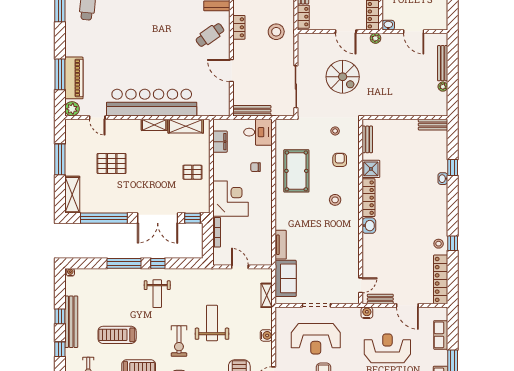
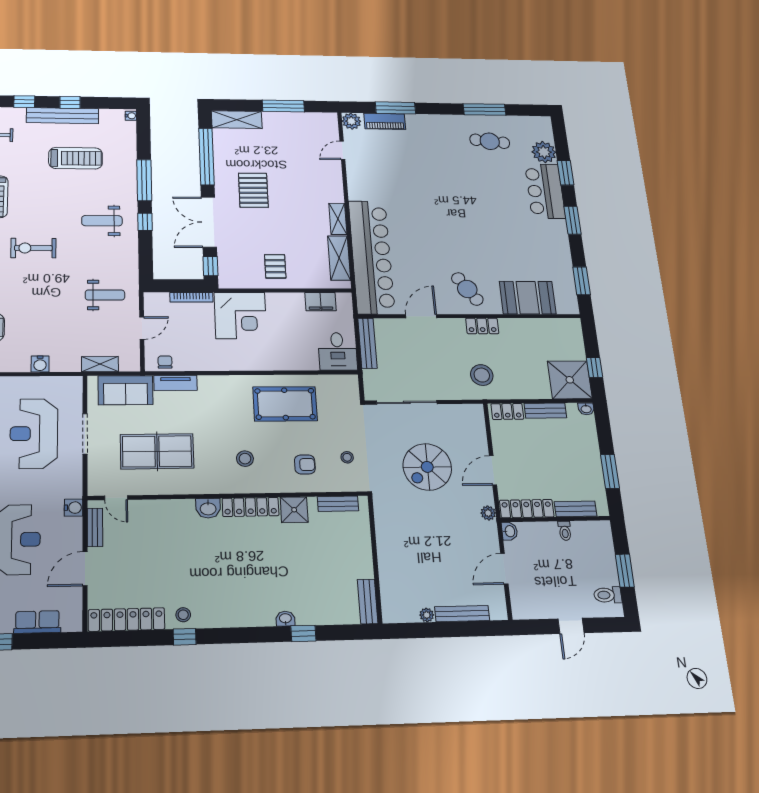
piano: (74, 78) -> (385, 121), width x0.73, depth x0.75
bar counter: (152, 103) -> (371, 257), moved
pallet: (112, 164) -> (253, 190), moved
chair: (256, 167) -> (165, 362), moved
table tennis table: (329, 258) -> (157, 451), added
weight bench: (212, 323) -> (105, 295), moved, width x0.73, depth x0.75
treadmill: (117, 335) -> (76, 158), moved, turned 90

